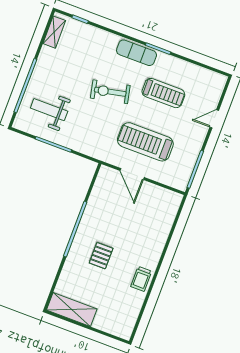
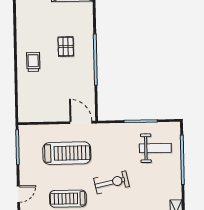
door: (132, 174) -> (81, 122), moved
trolley: (141, 279) -> (33, 62), moved

